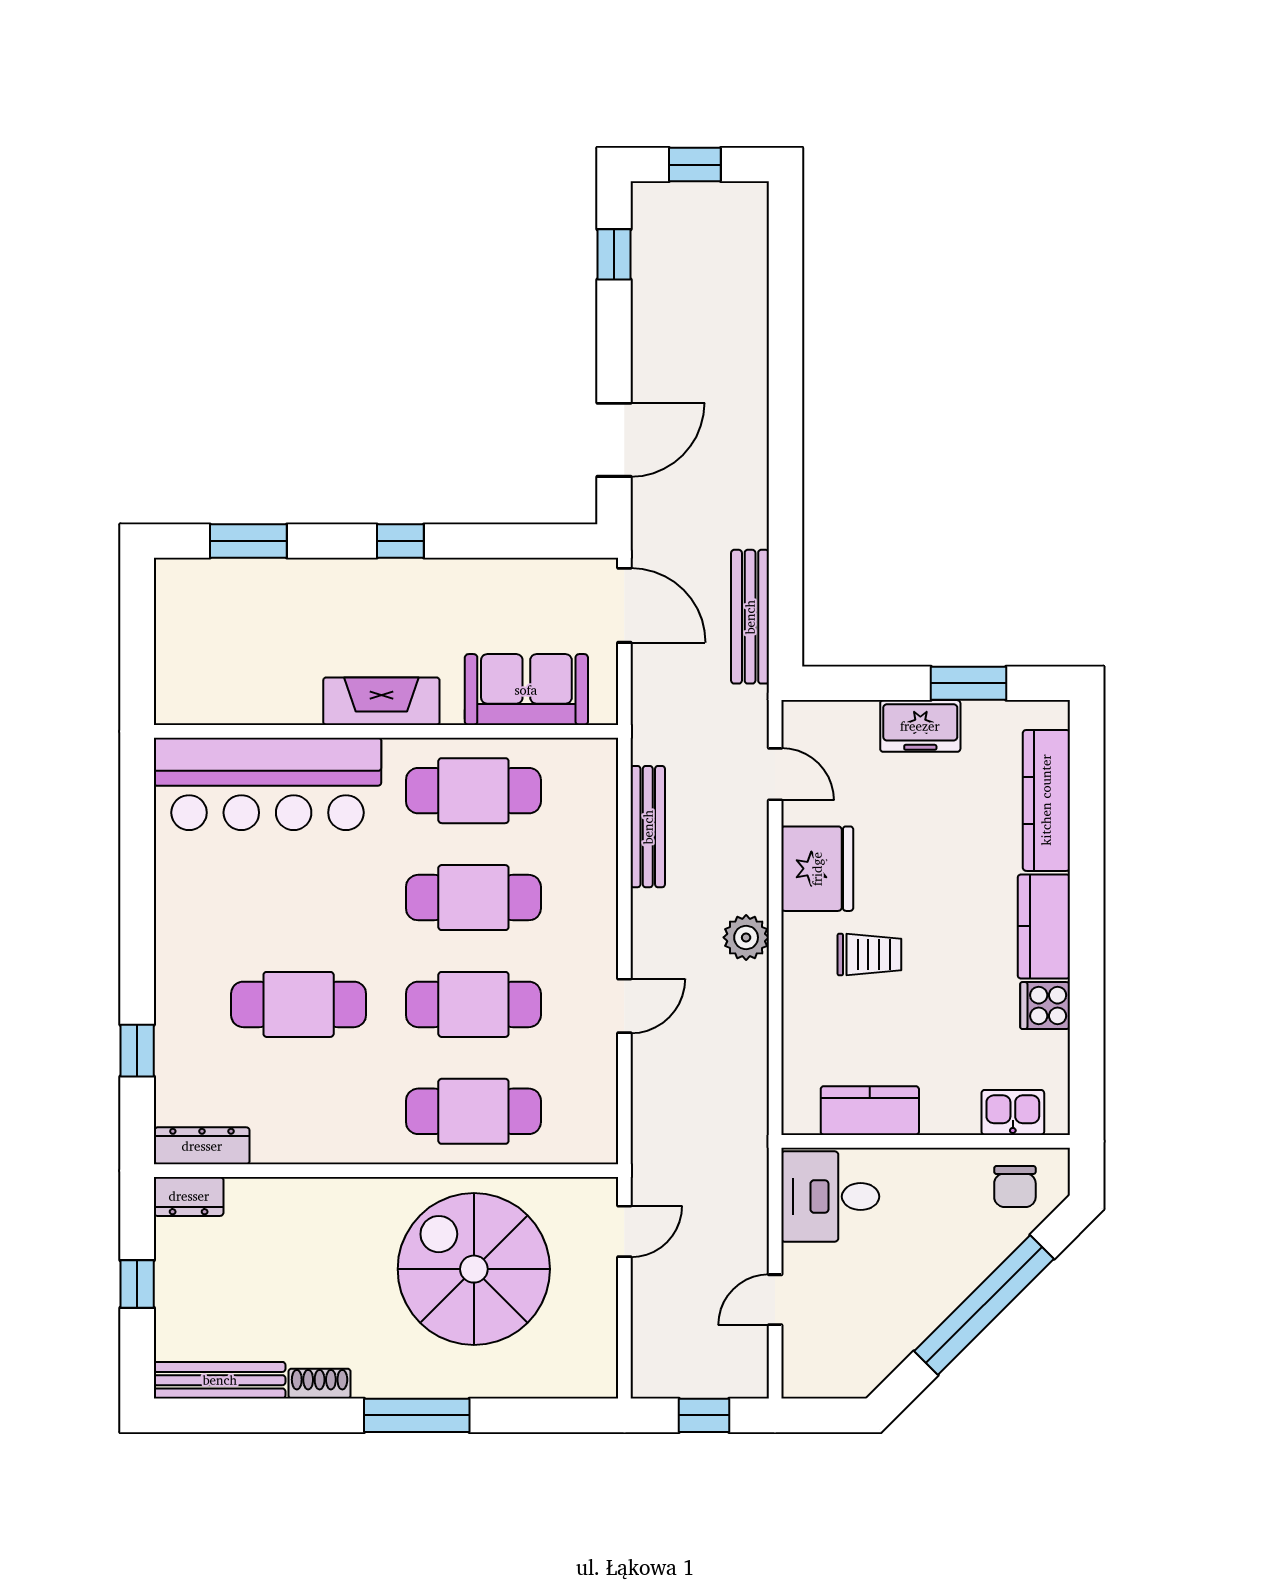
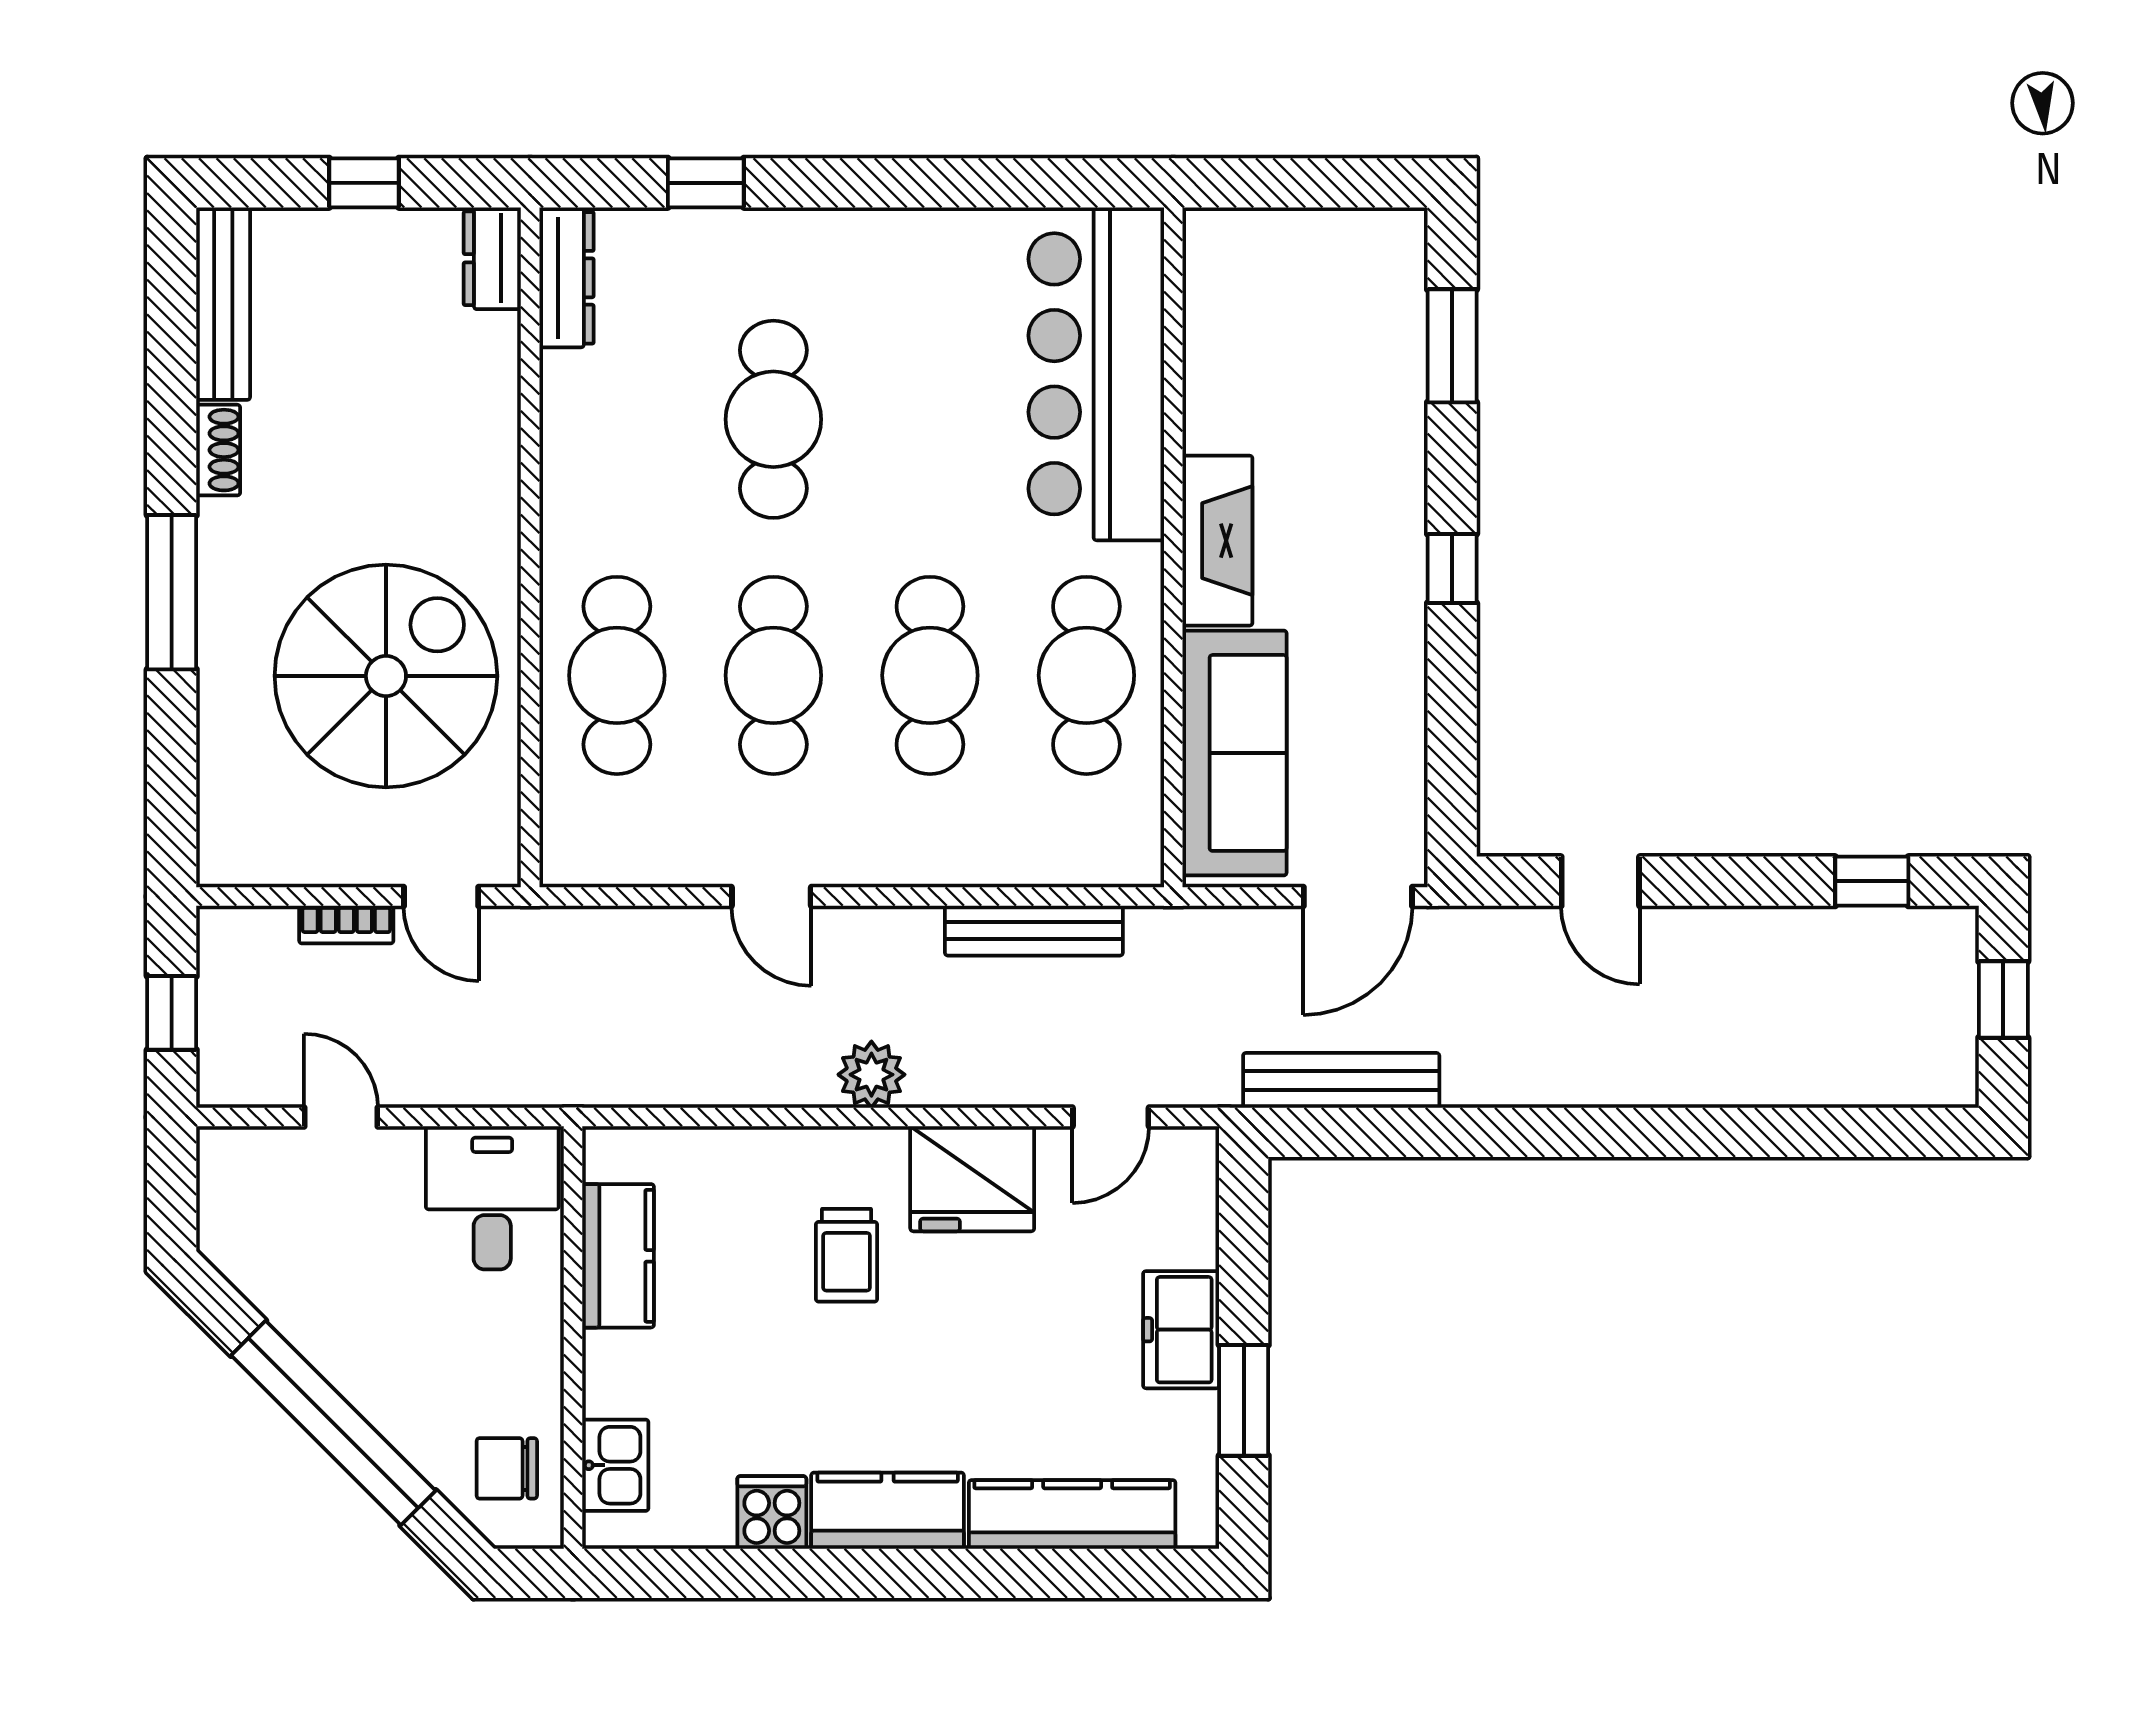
door: (614, 440) -> (1600, 881), width x0.73
sofa: (526, 690) -> (1235, 753), width x1.36
bookcase: (644, 1296) -> (346, 925), added

